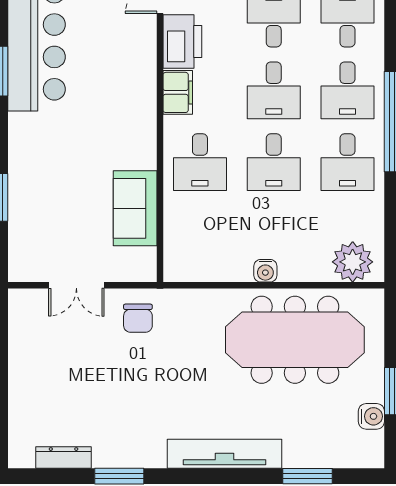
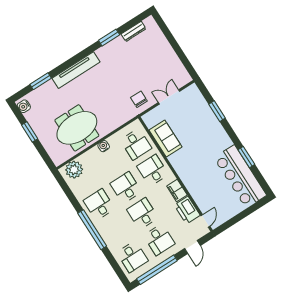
desk: (347, 90) -> (136, 144), moved, turned 180
meeting table: (295, 340) -> (77, 128), width x0.73
water cooler: (371, 416) -> (24, 106), moved

